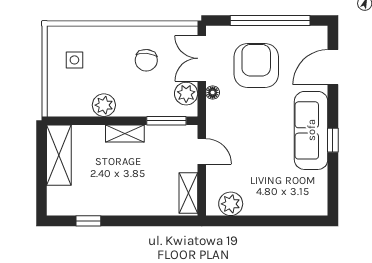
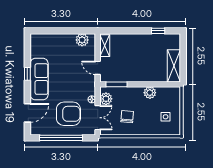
armchair: (256, 66) -> (68, 114), turned -90
shelving: (125, 133) -> (139, 77), removed

